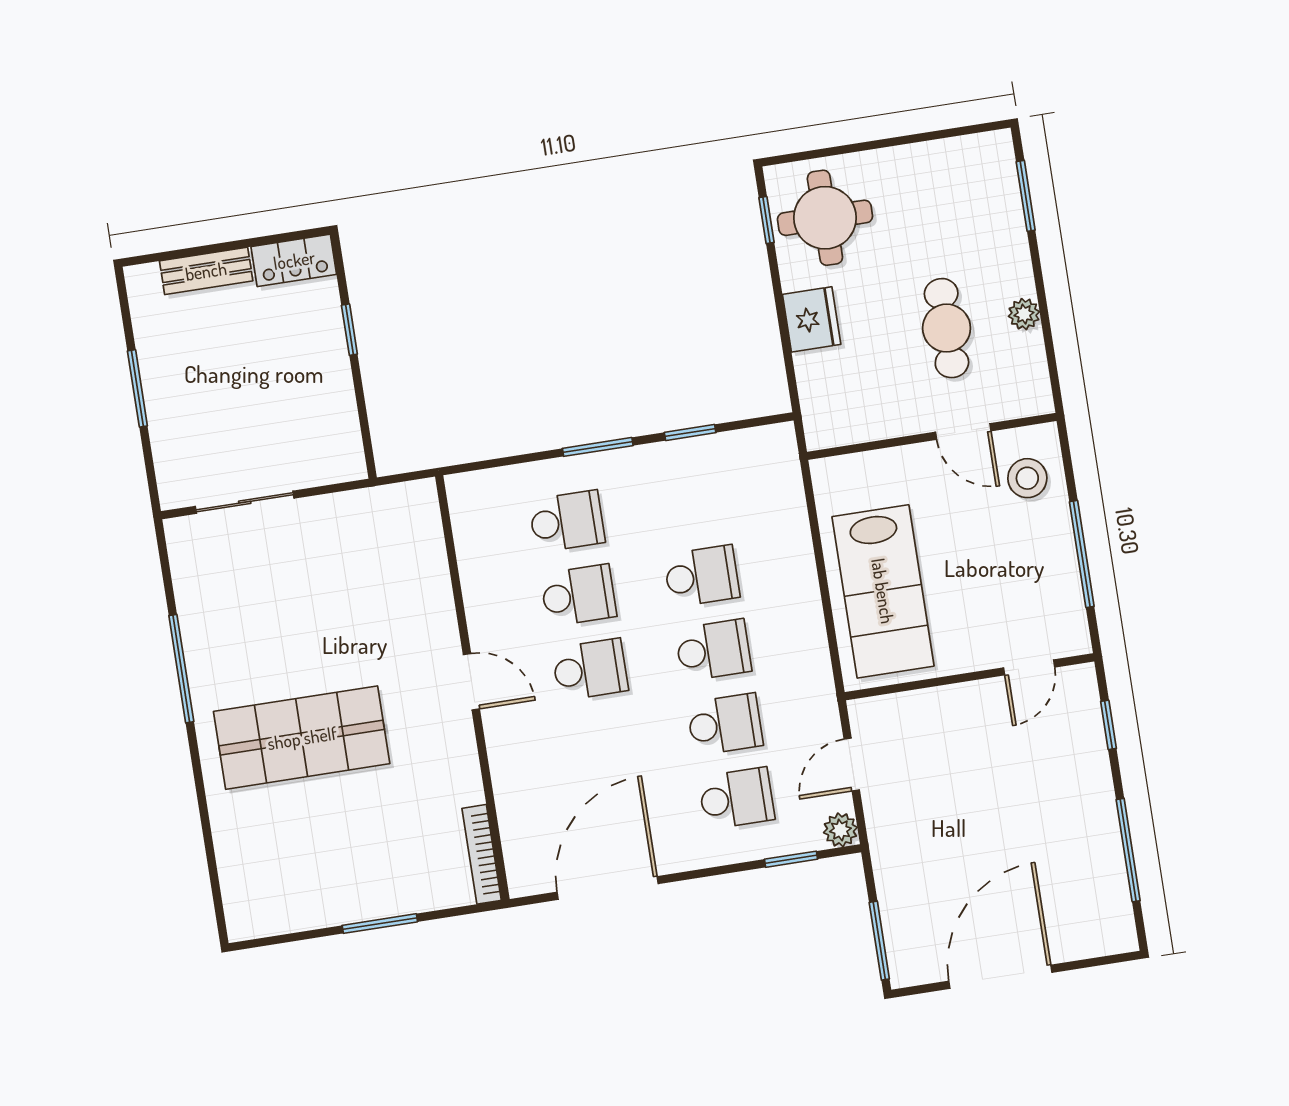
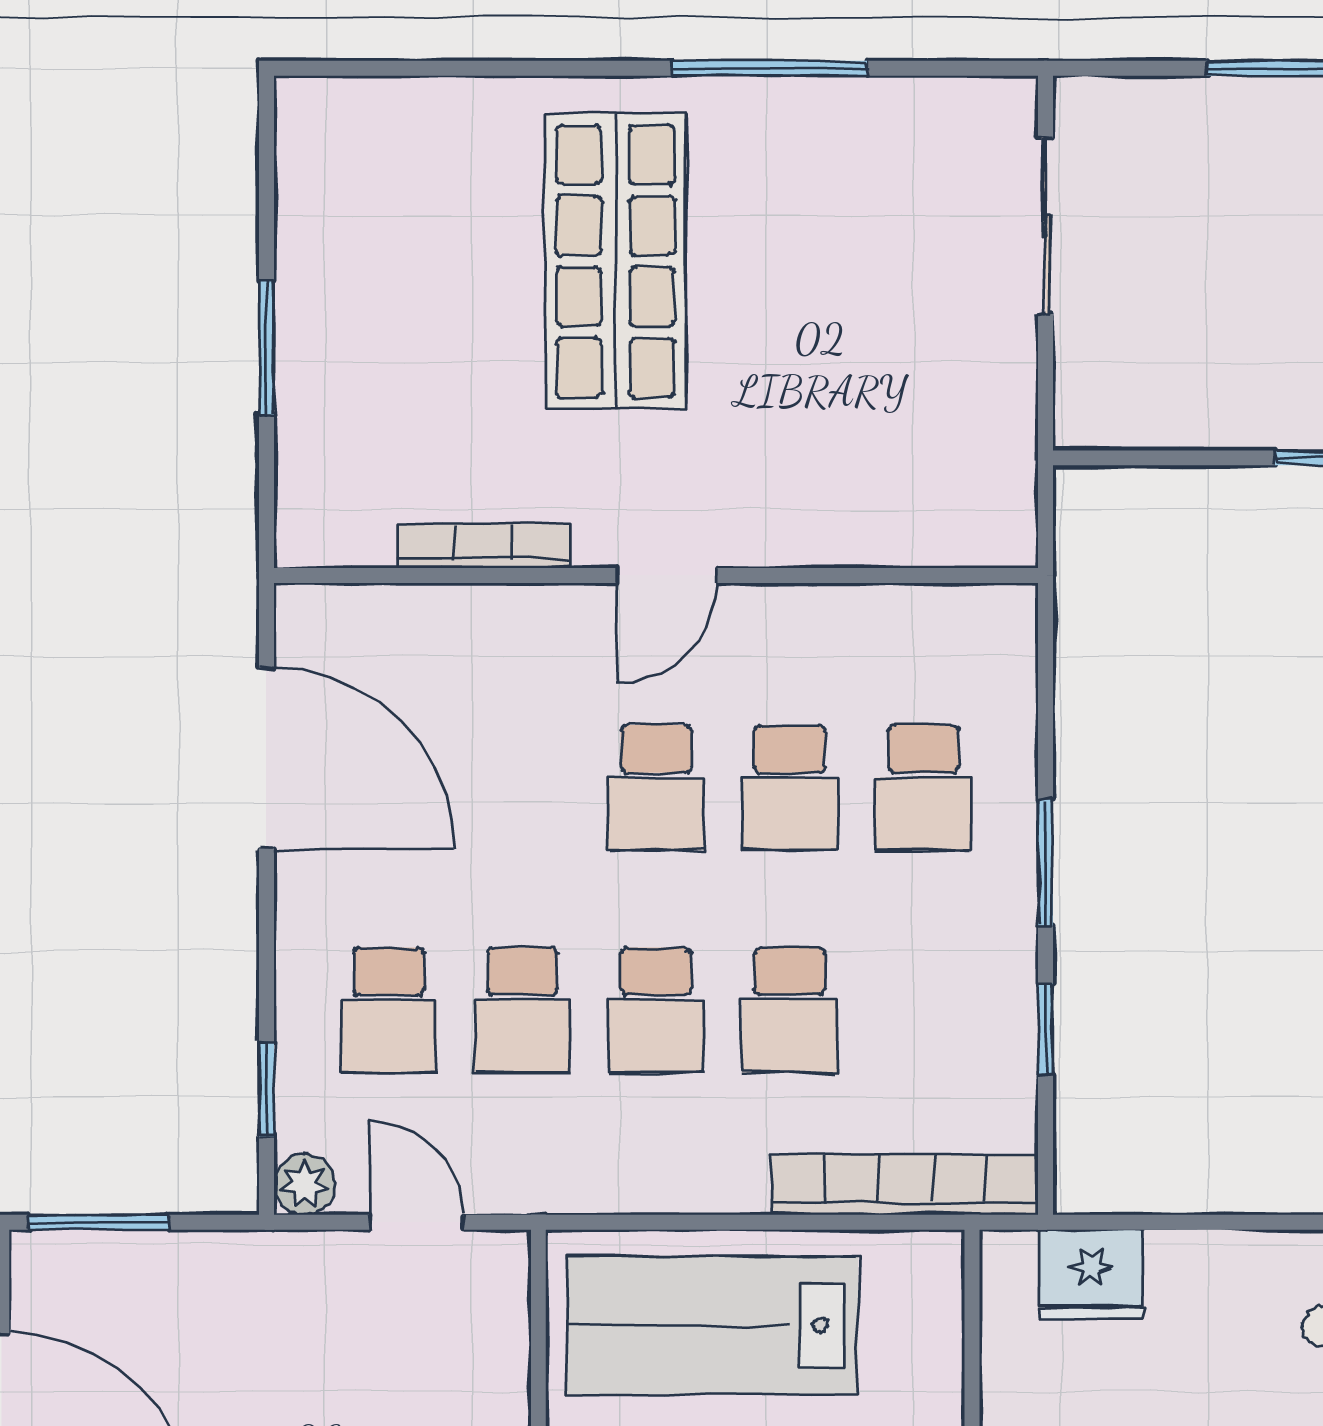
fridge: (812, 319) -> (1091, 1274), moved
bookcase: (788, 497) -> (905, 1185), added
bookcase: (482, 854) -> (484, 546), moved

